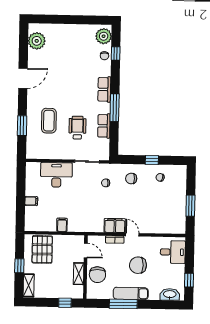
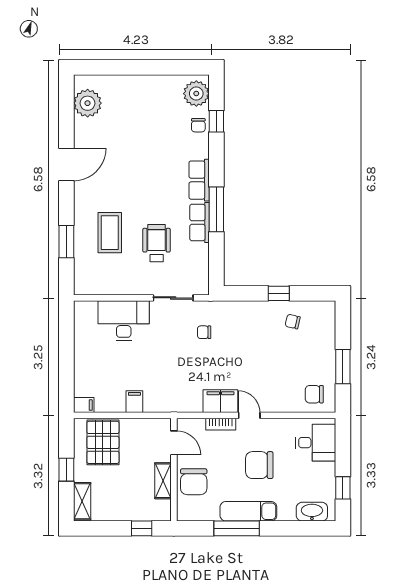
row of seats: (104, 126) -> (200, 222), moved
chair: (131, 179) -> (314, 394), moved
filing cabinet: (31, 201) -> (84, 405), moved

